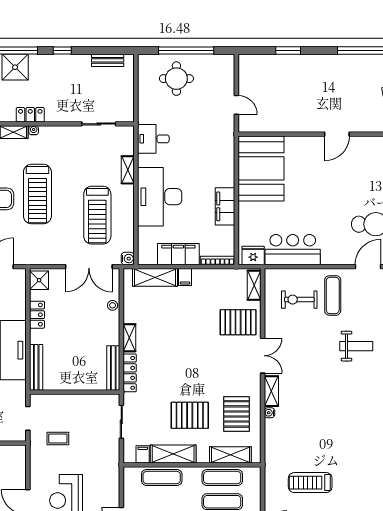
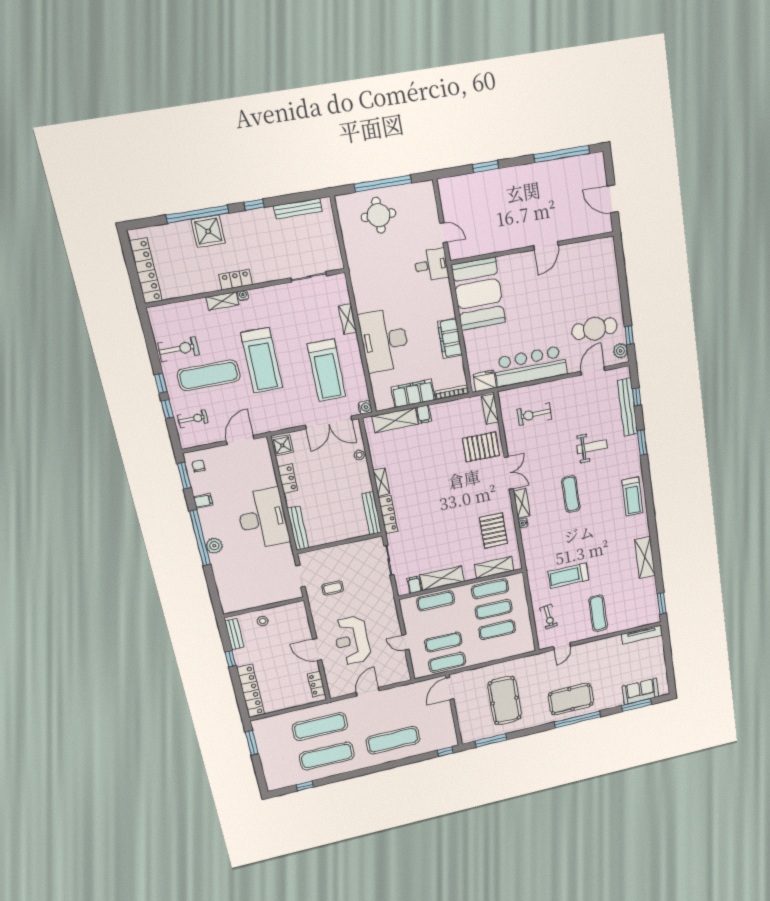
bench: (108, 60) -> (298, 209), width x1.36
desk: (153, 139) -> (431, 265), moved, turned 180
bar counter: (293, 250) -> (530, 366), width x1.36
exercise mat: (333, 295) -> (571, 494), moved
pallet: (190, 415) -> (451, 541), removed

